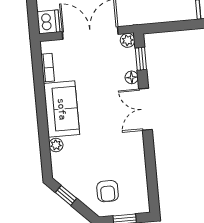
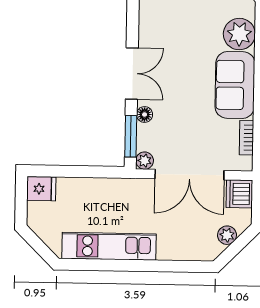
window: (141, 59) -> (131, 136), width x1.50
plant: (56, 145) -> (239, 34), width x1.88, depth x1.88

